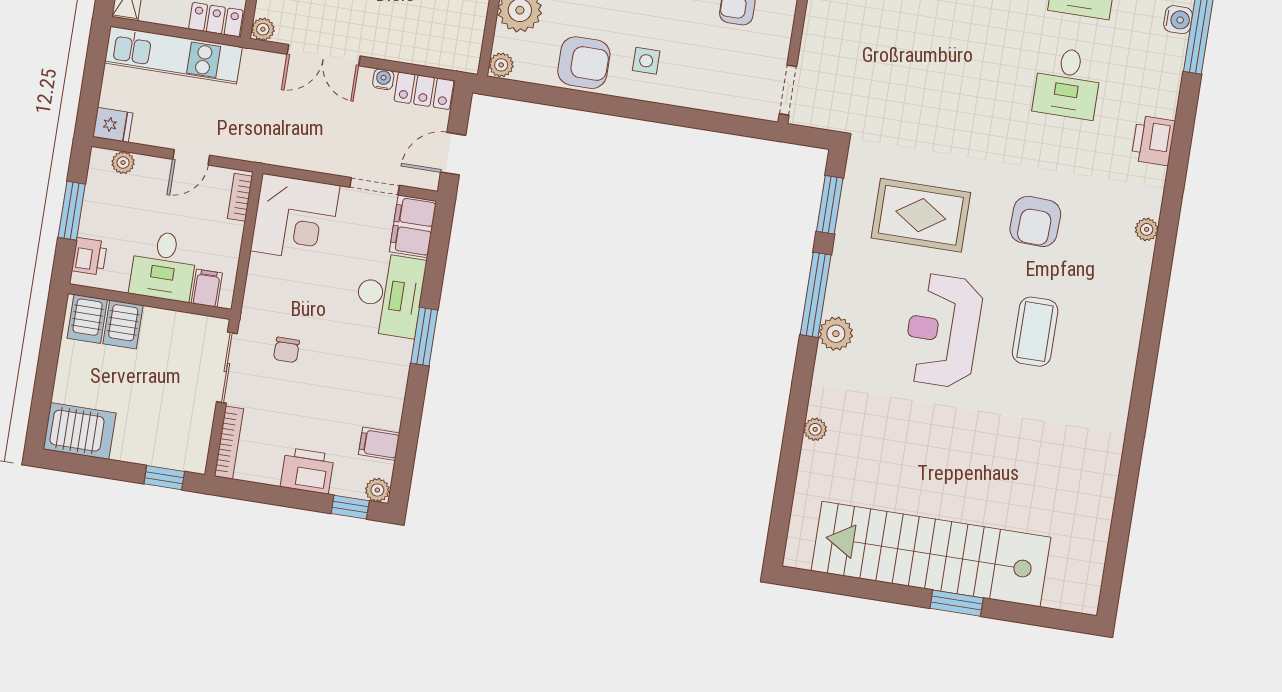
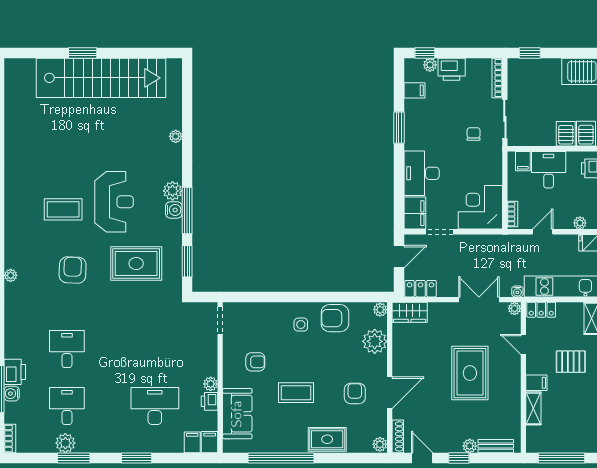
wardrobe: (450, 52) -> (410, 312), added
water cooler: (383, 79) -> (517, 291), moved
printer: (1153, 141) -> (15, 372), moved
water cooler: (839, 299) -> (174, 210), added
coffee table: (1035, 332) -> (63, 209), turned 90
window: (424, 337) -> (399, 128), moved
plant: (377, 490) -> (430, 65), moved

